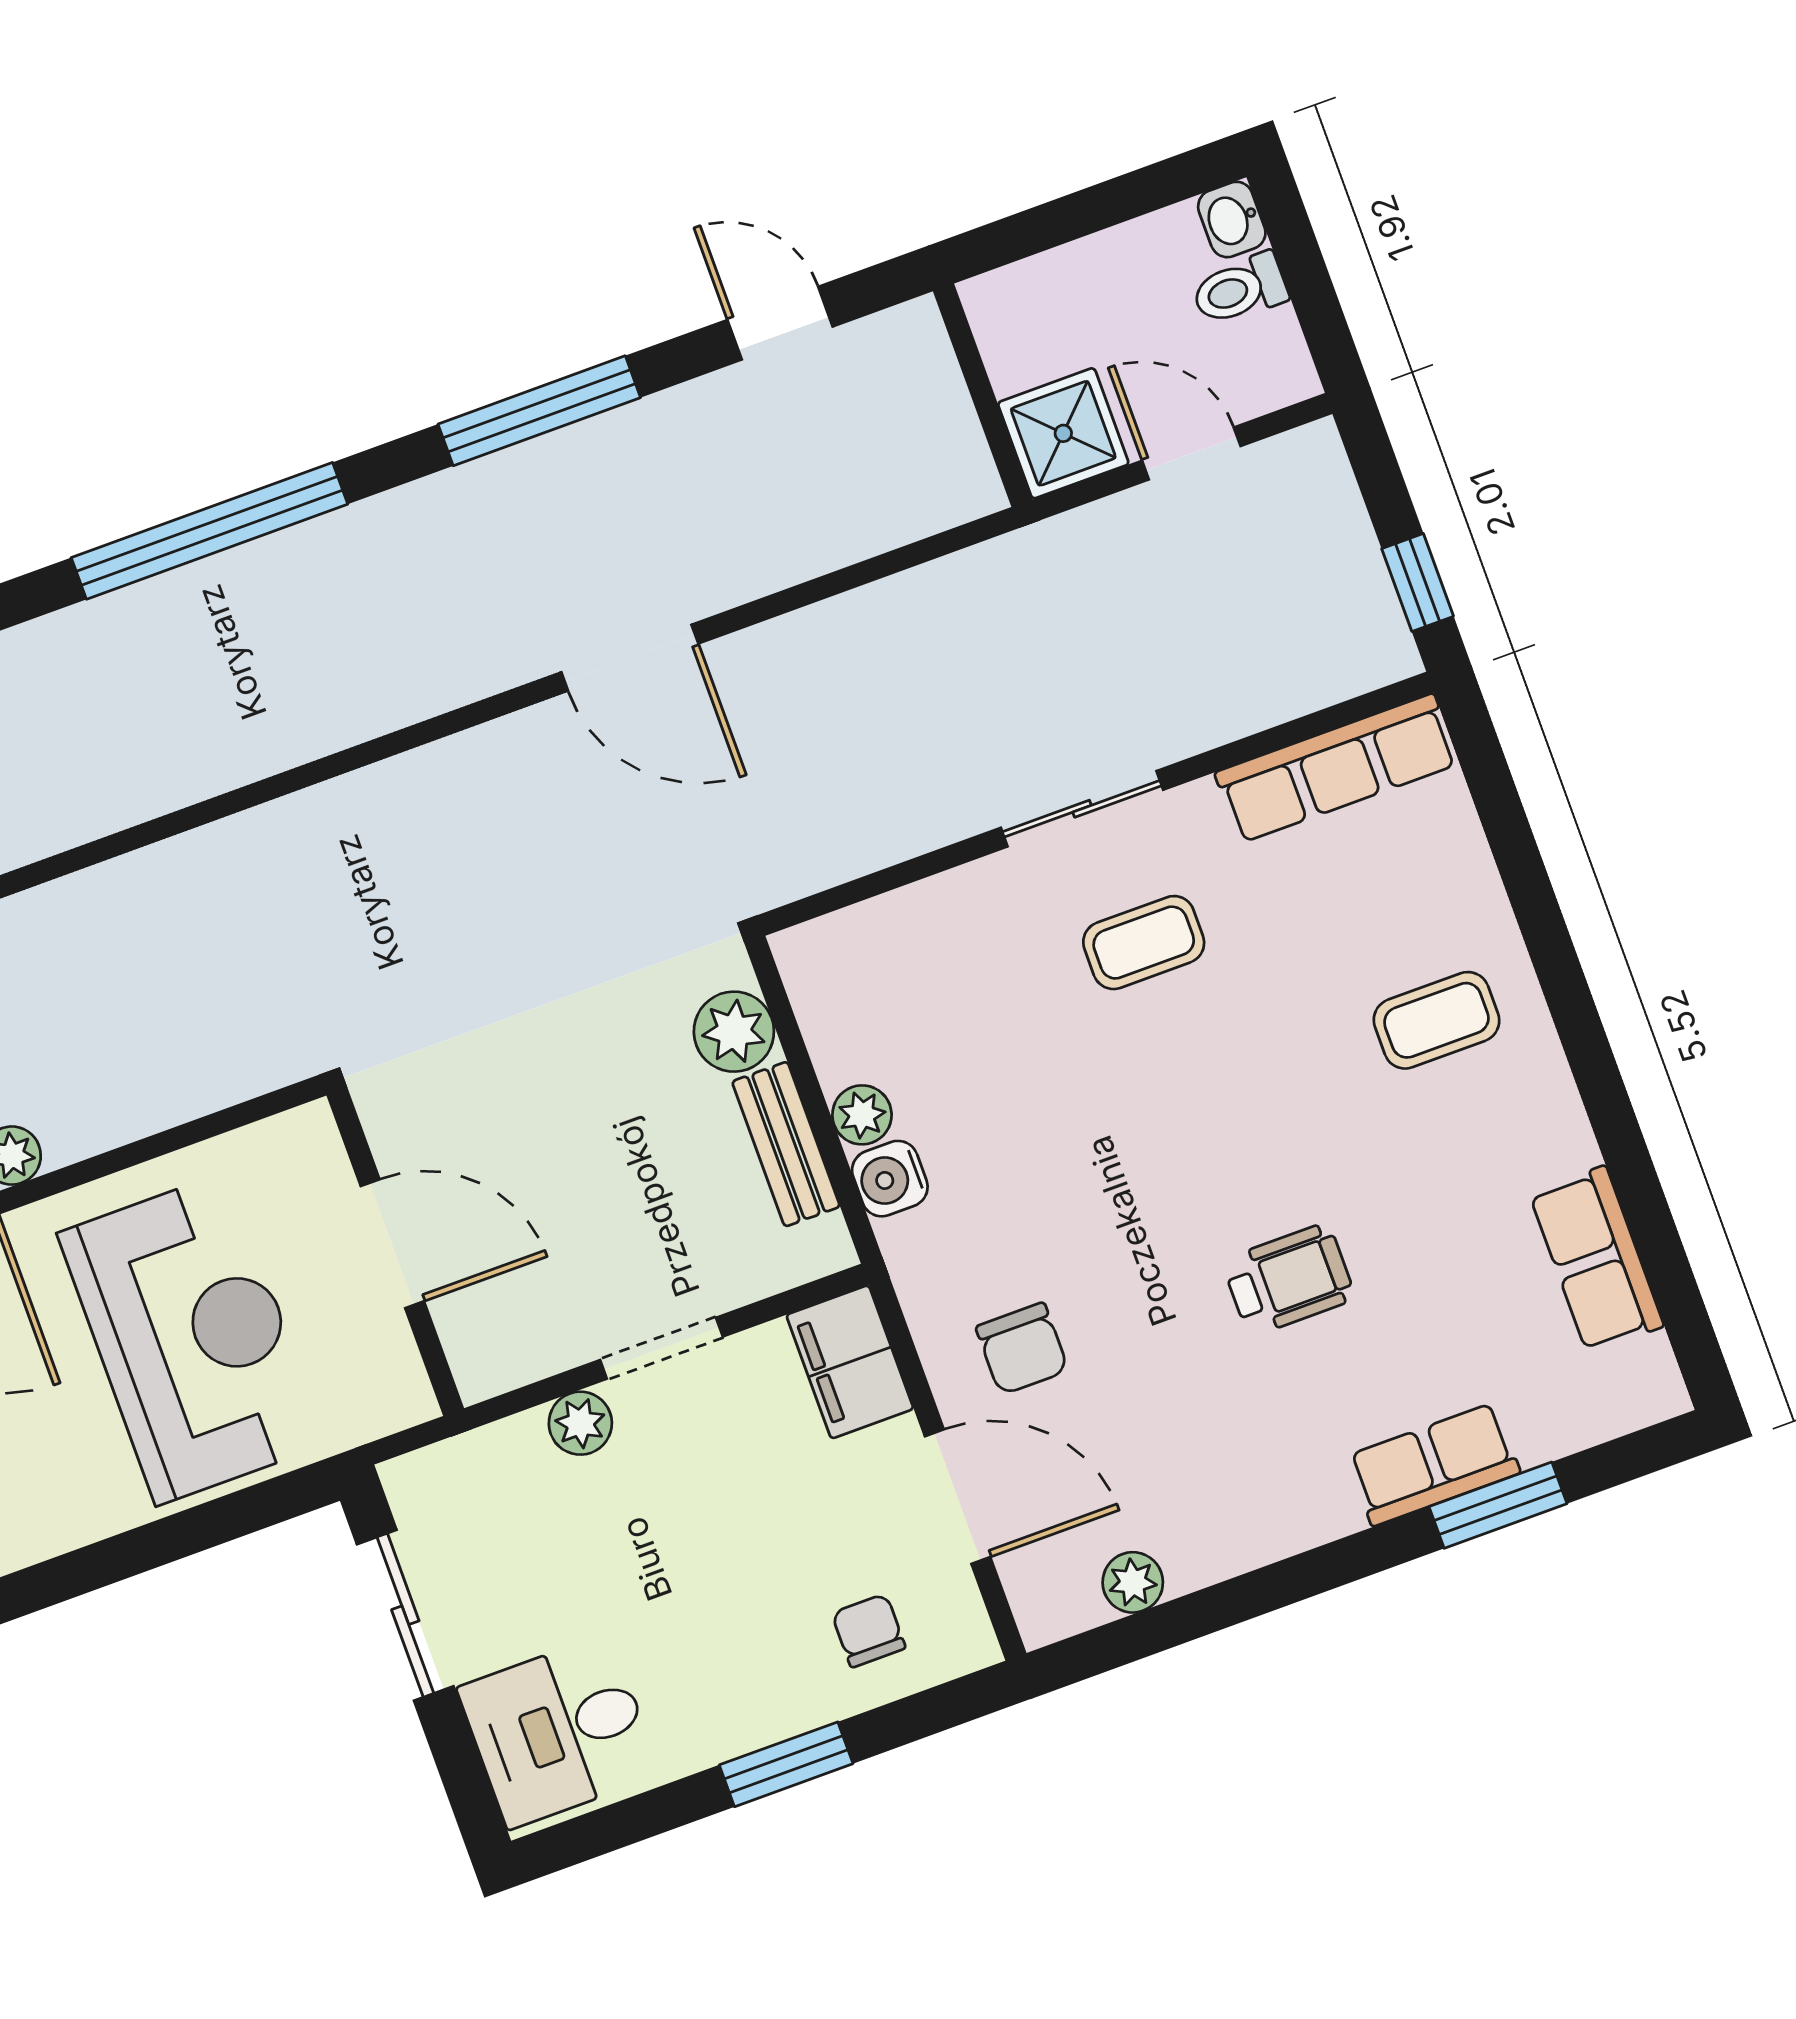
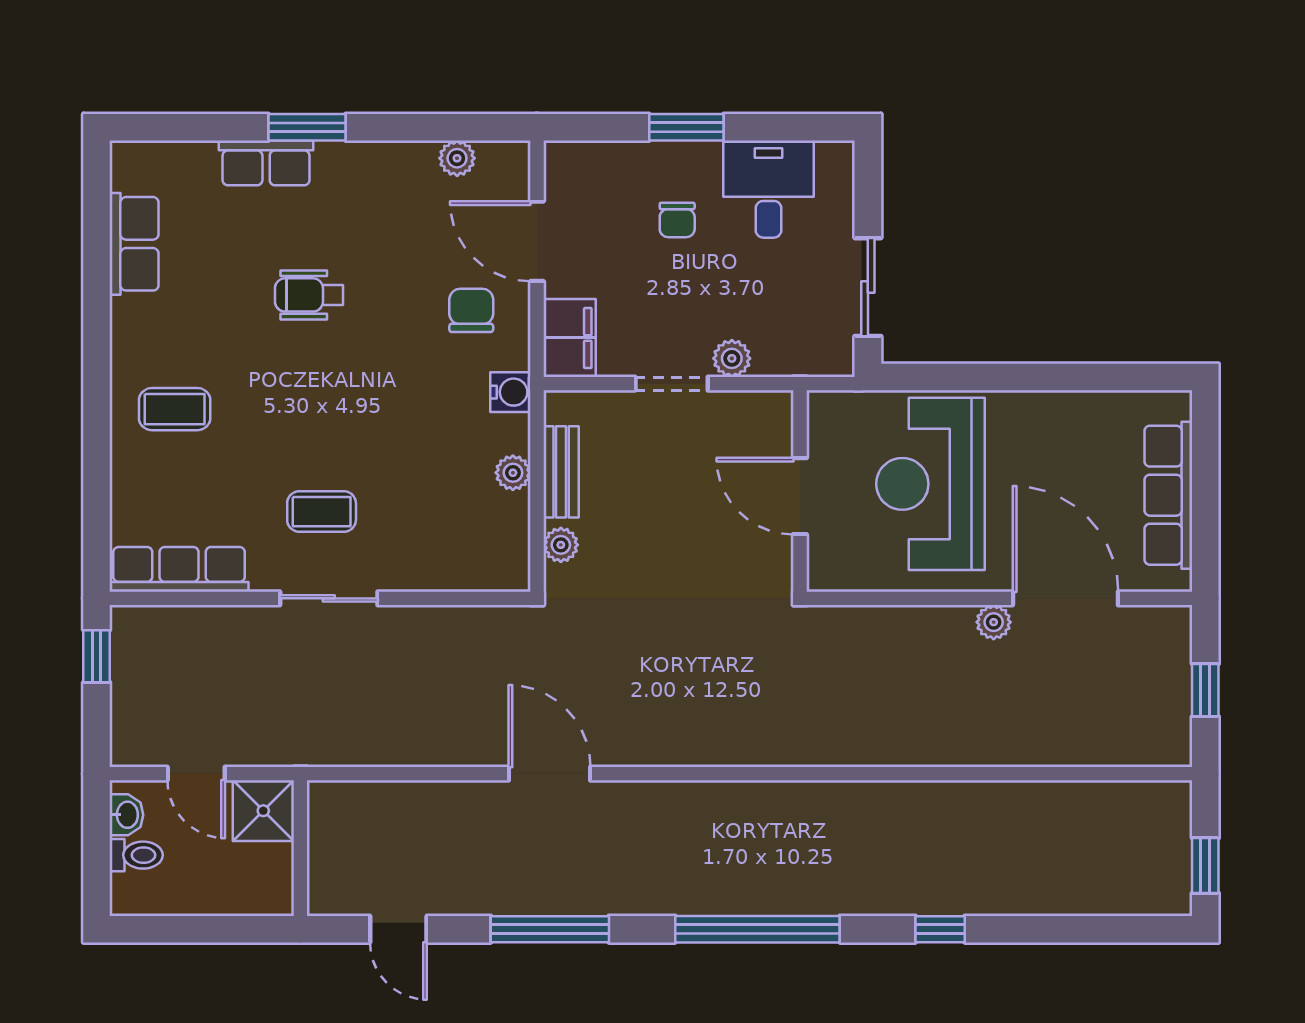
washbasin: (1232, 219) -> (126, 815), moved
plant: (734, 1032) -> (561, 545), width x0.73, depth x0.73
water cooler: (890, 1179) -> (510, 392), moved
window: (1498, 1505) -> (307, 127), moved
chair: (869, 1631) -> (677, 220), moved
desk: (559, 1731) -> (769, 189), moved, turned -90

